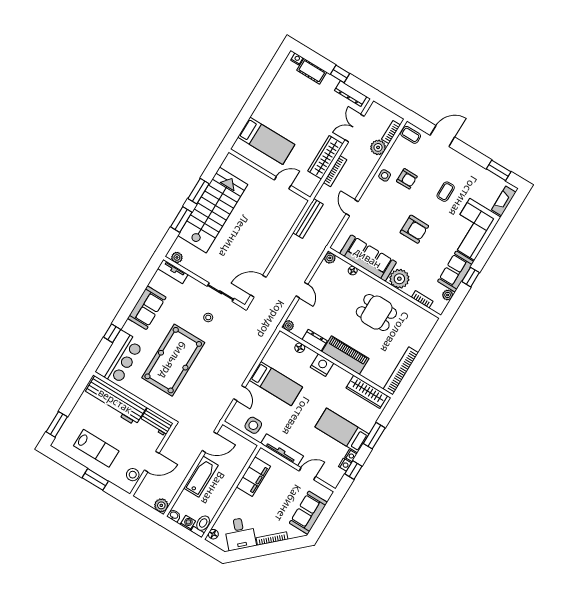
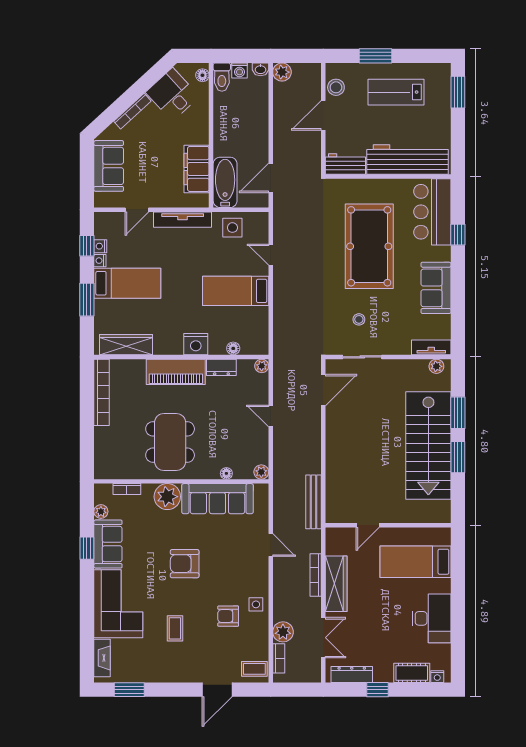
desk: (278, 98) -> (432, 618), added
dining table: (376, 313) -> (170, 442), width x1.38
bathtub: (201, 477) -> (225, 182), moved, turned 180

